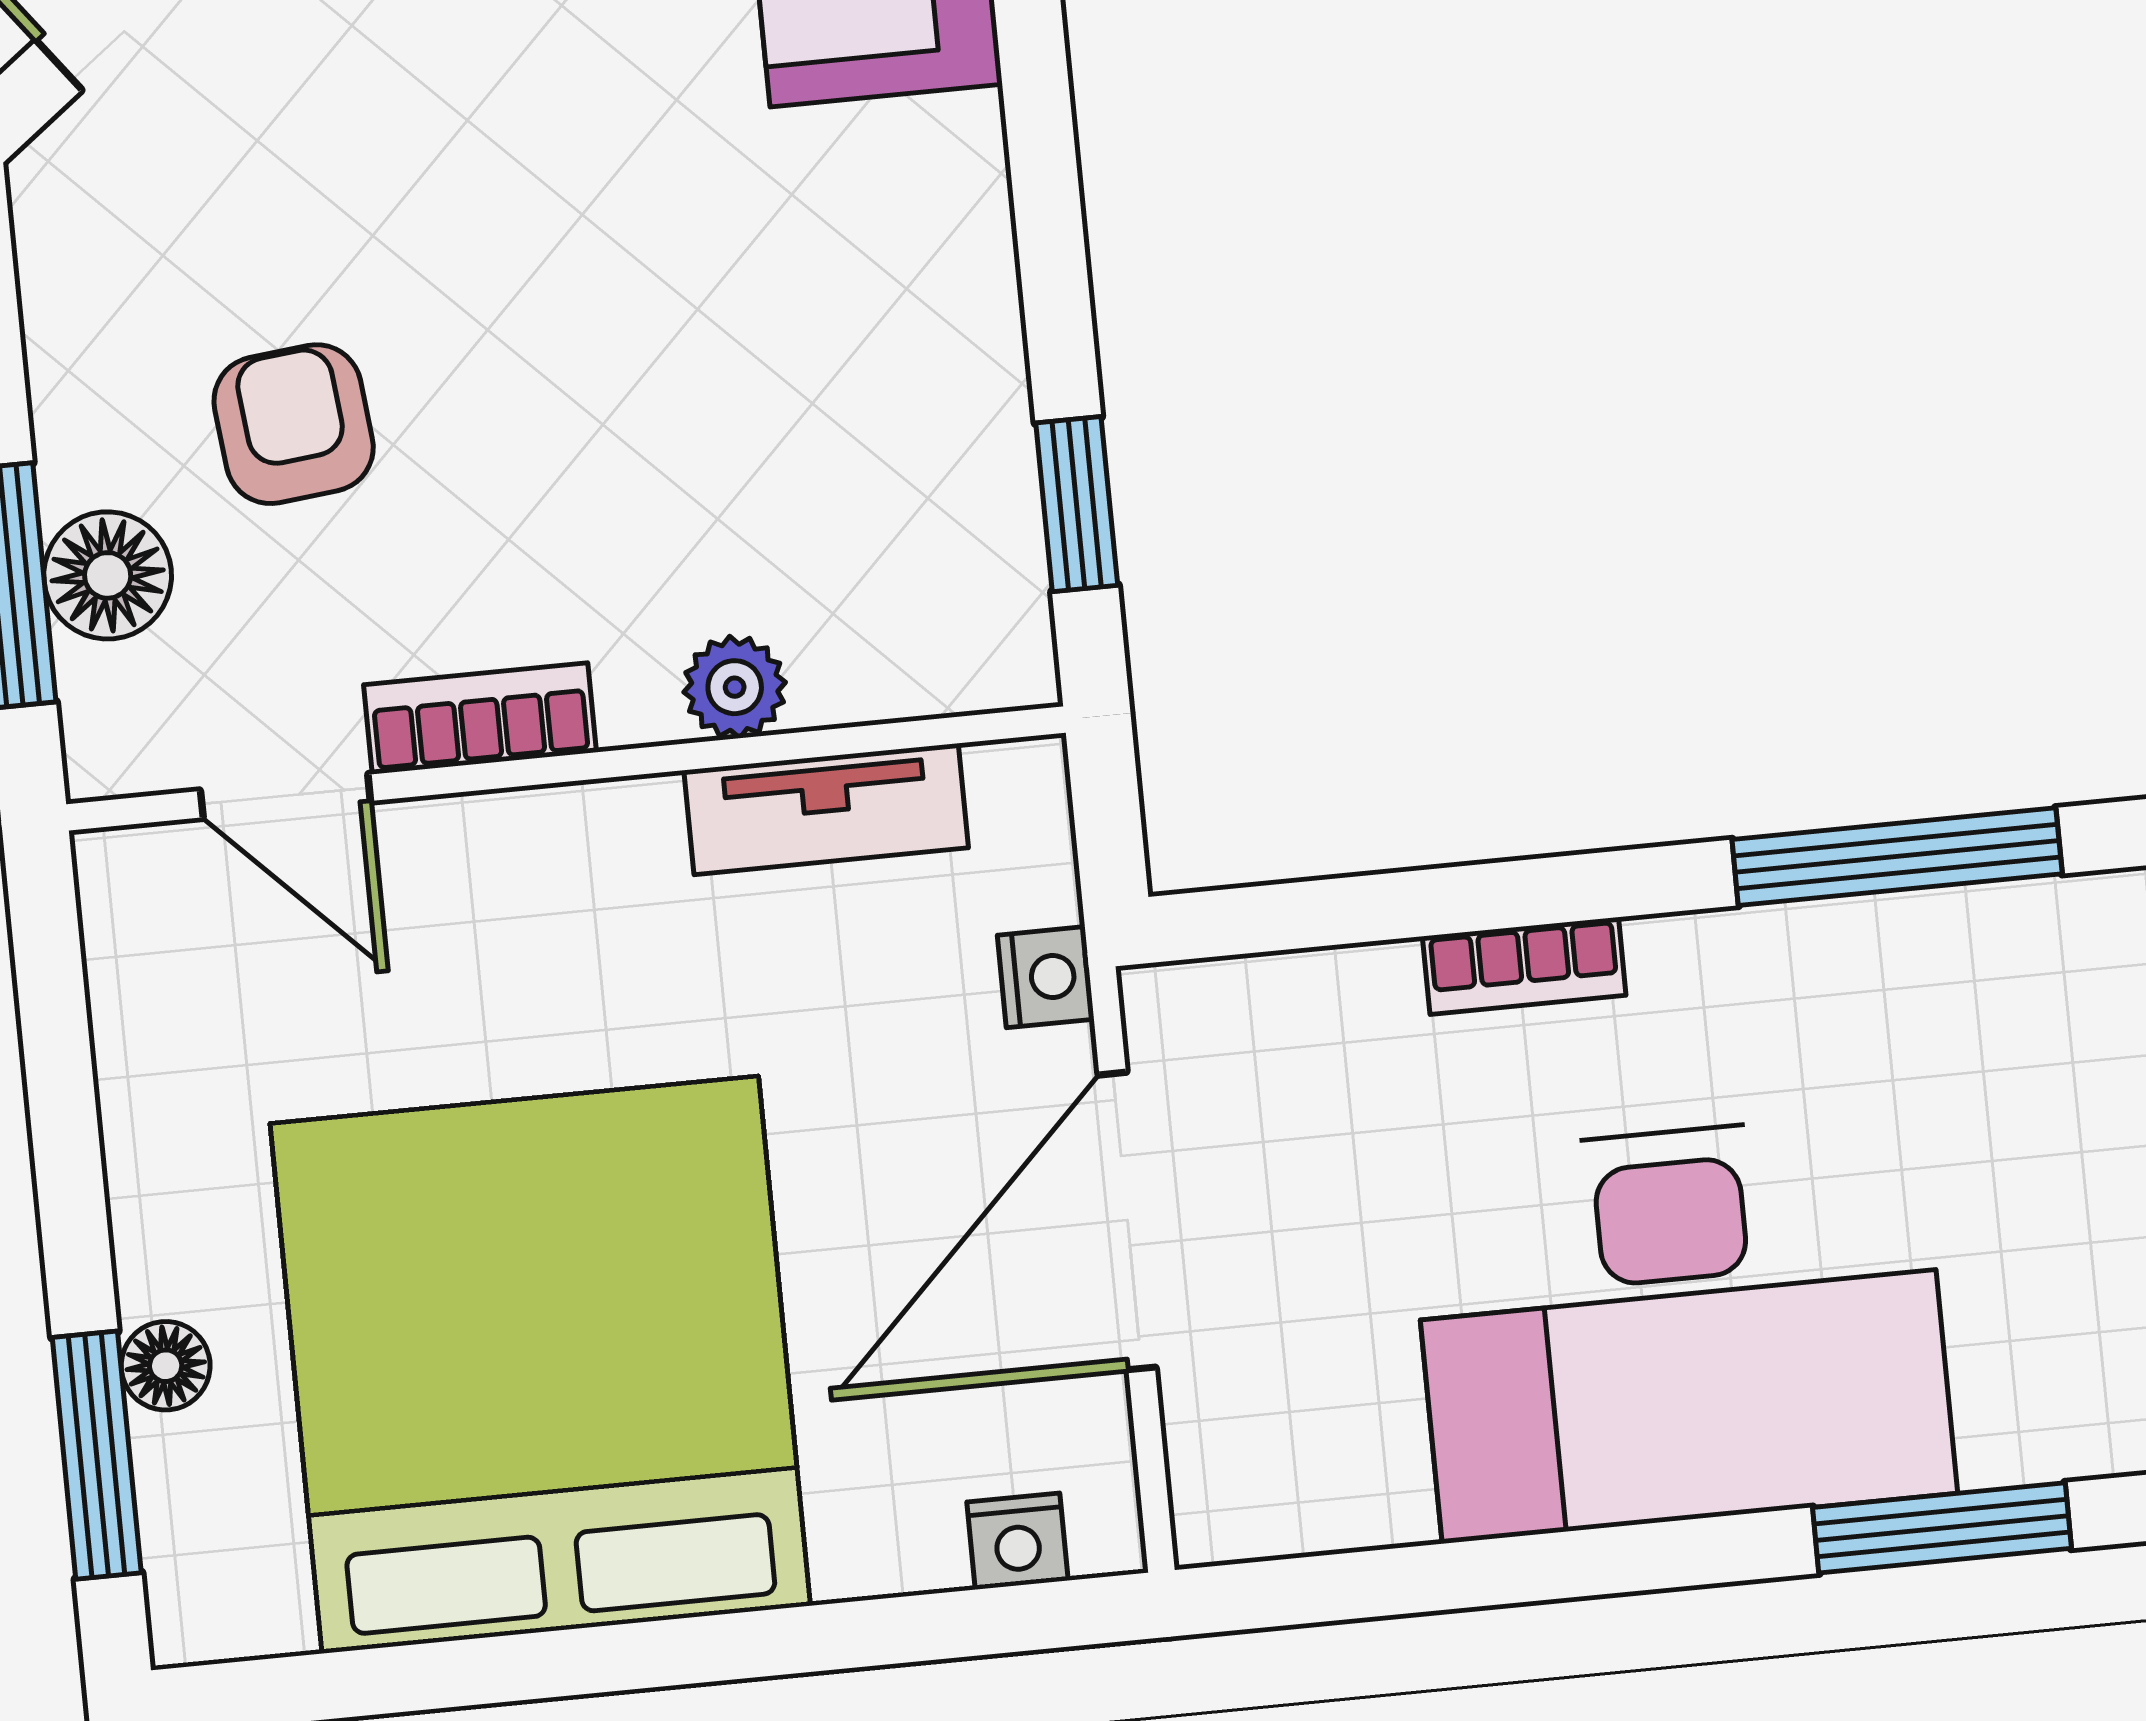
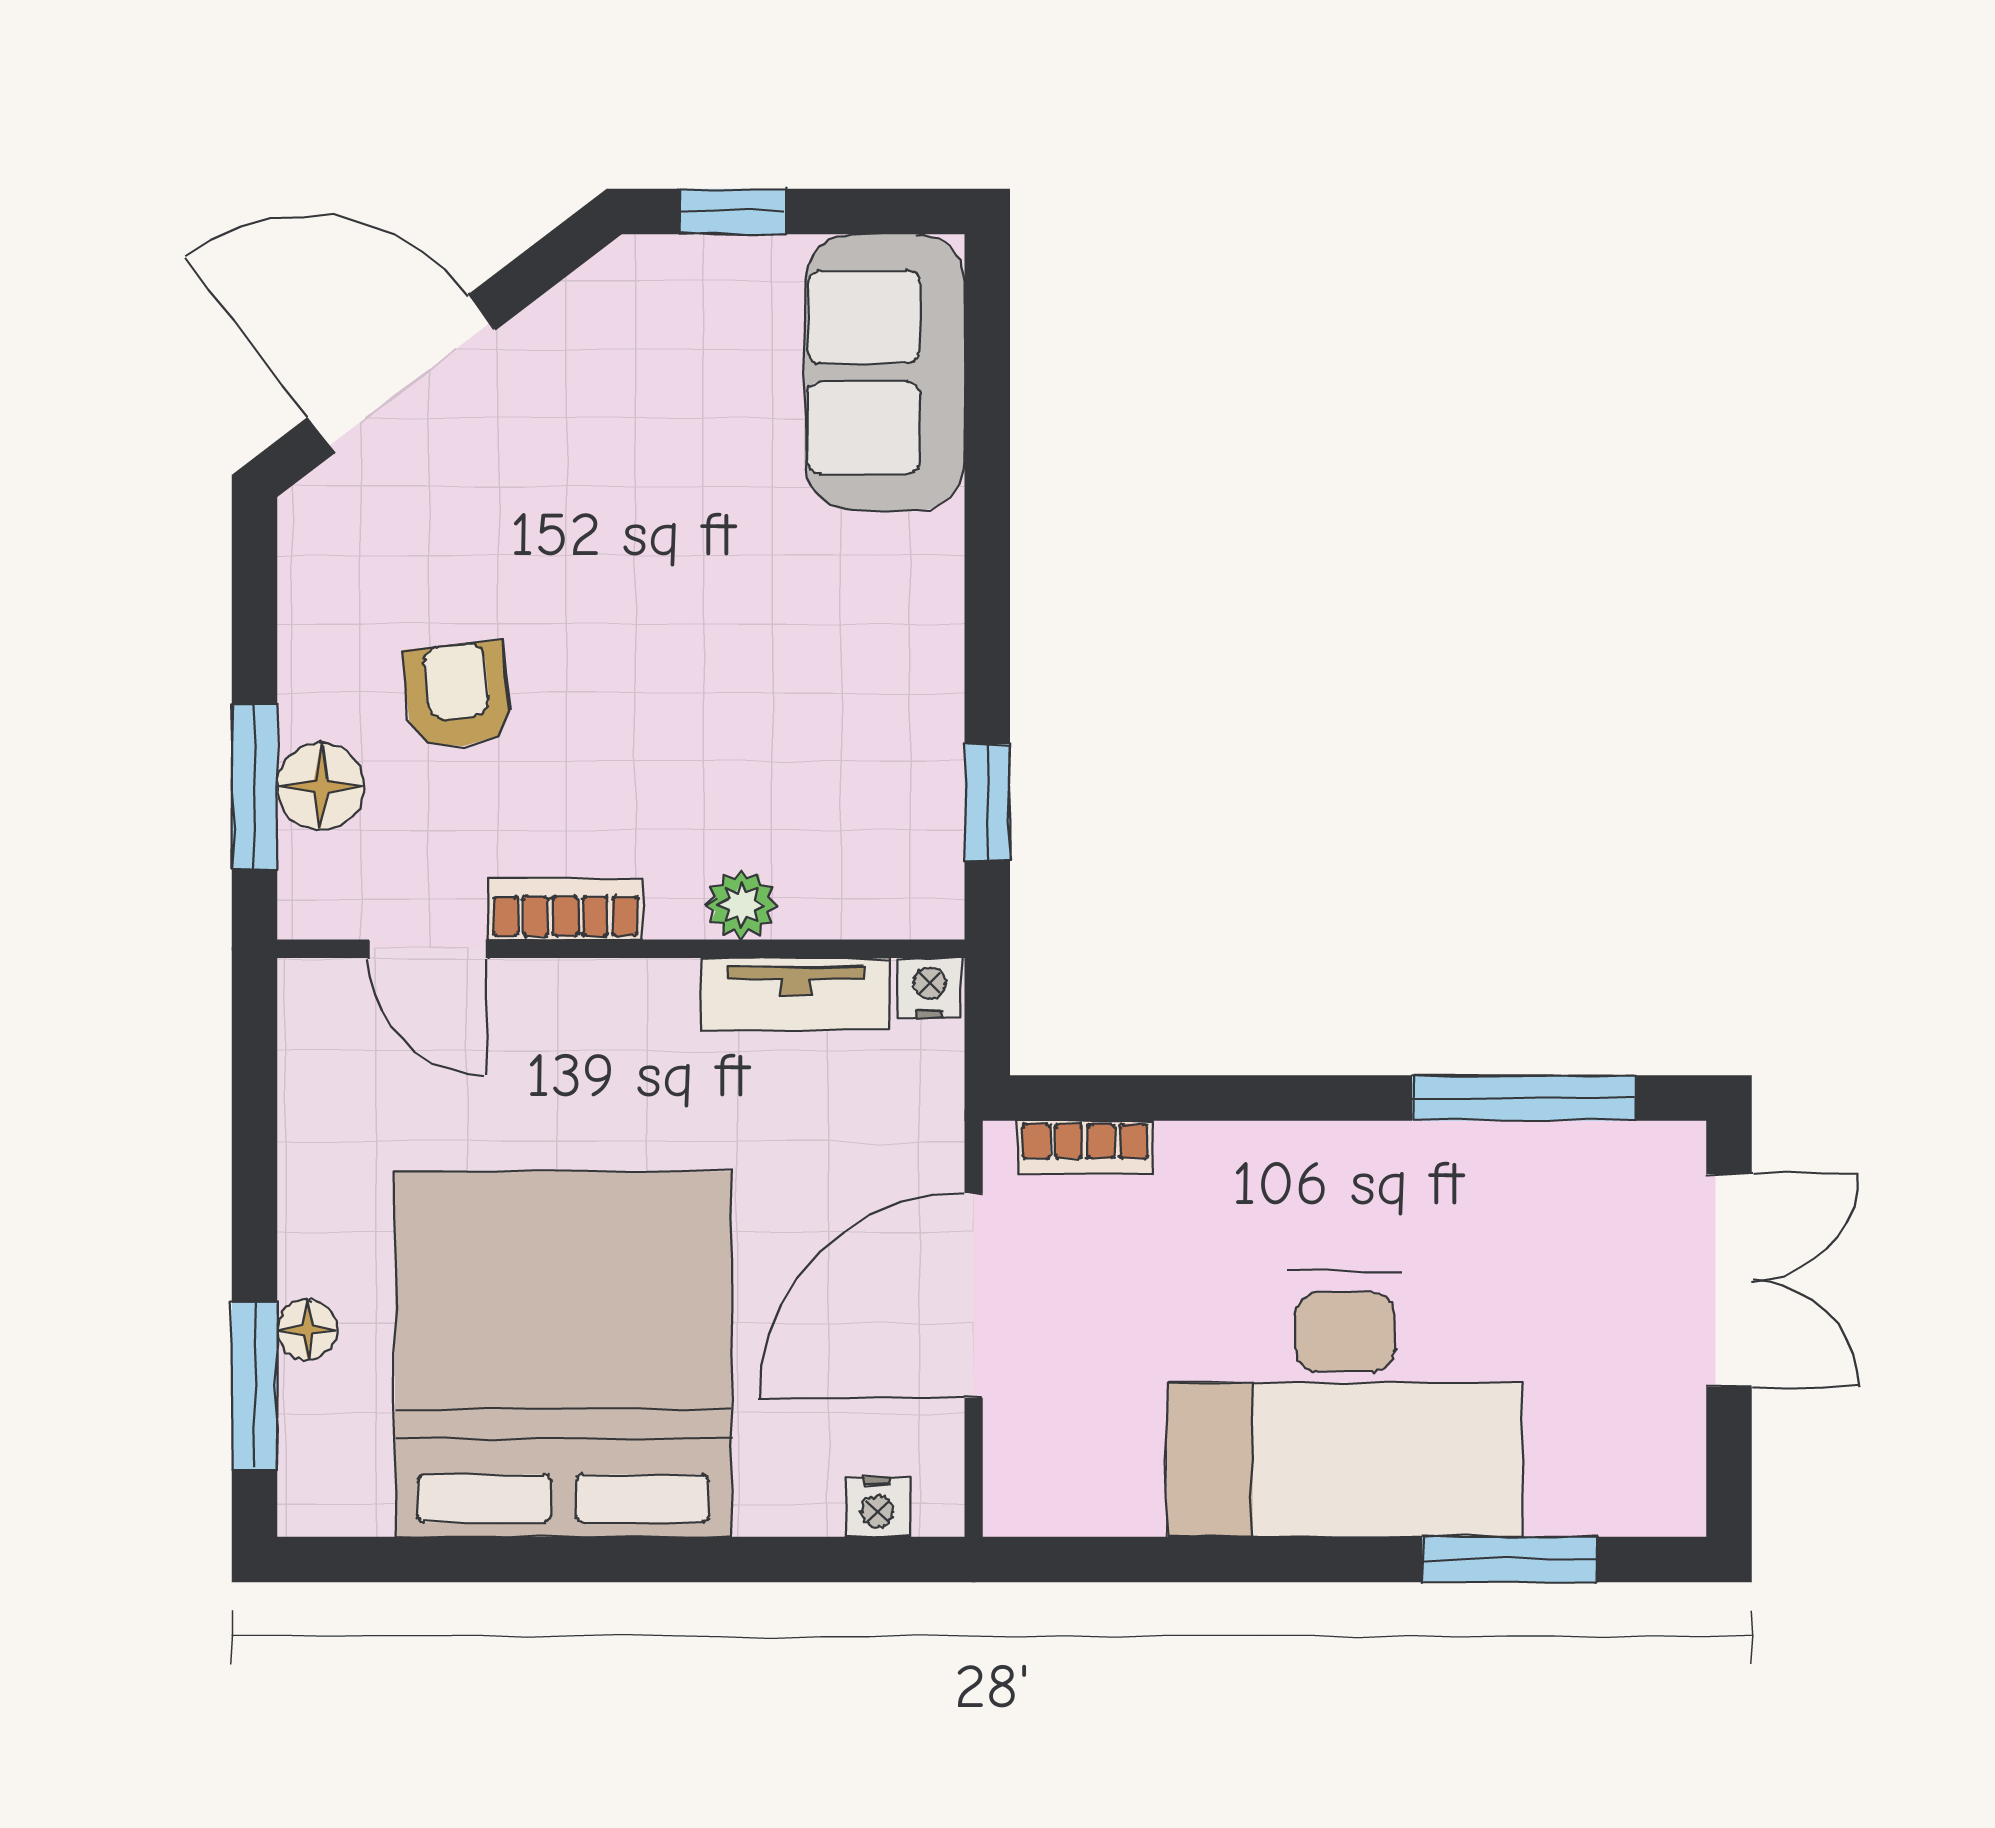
bookcase: (1524, 966) -> (1085, 1148), moved
nightstand: (1046, 977) -> (929, 988), moved, turned -90

